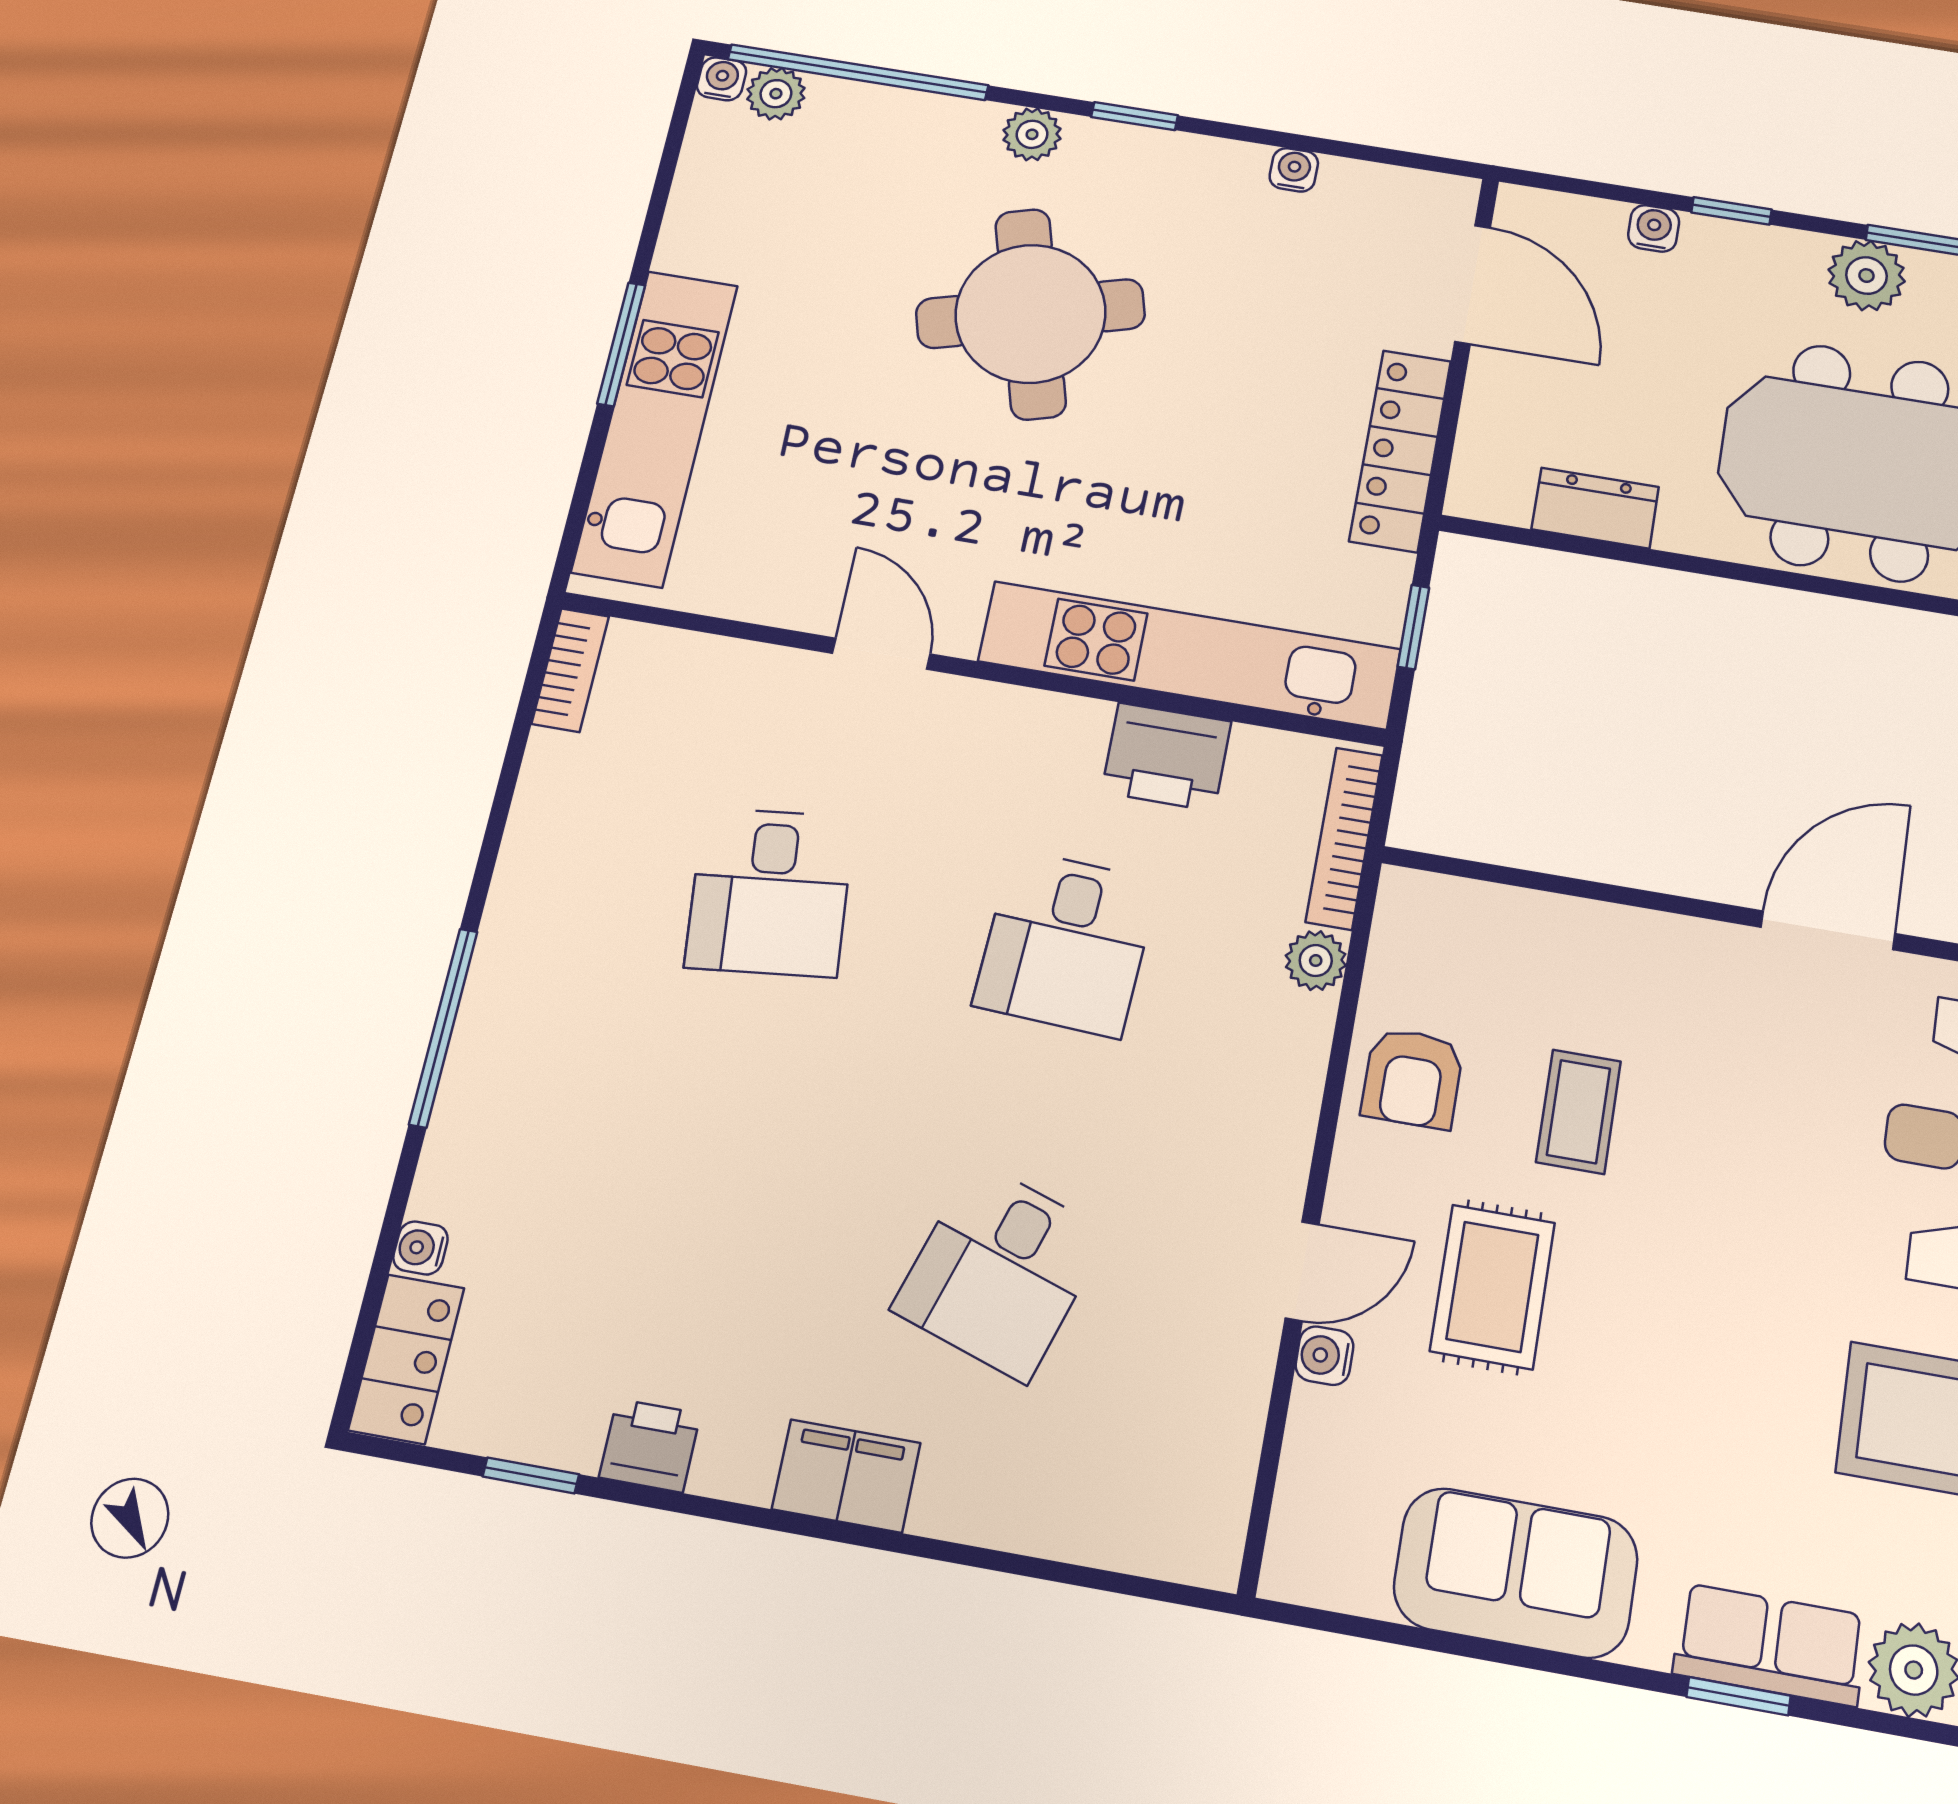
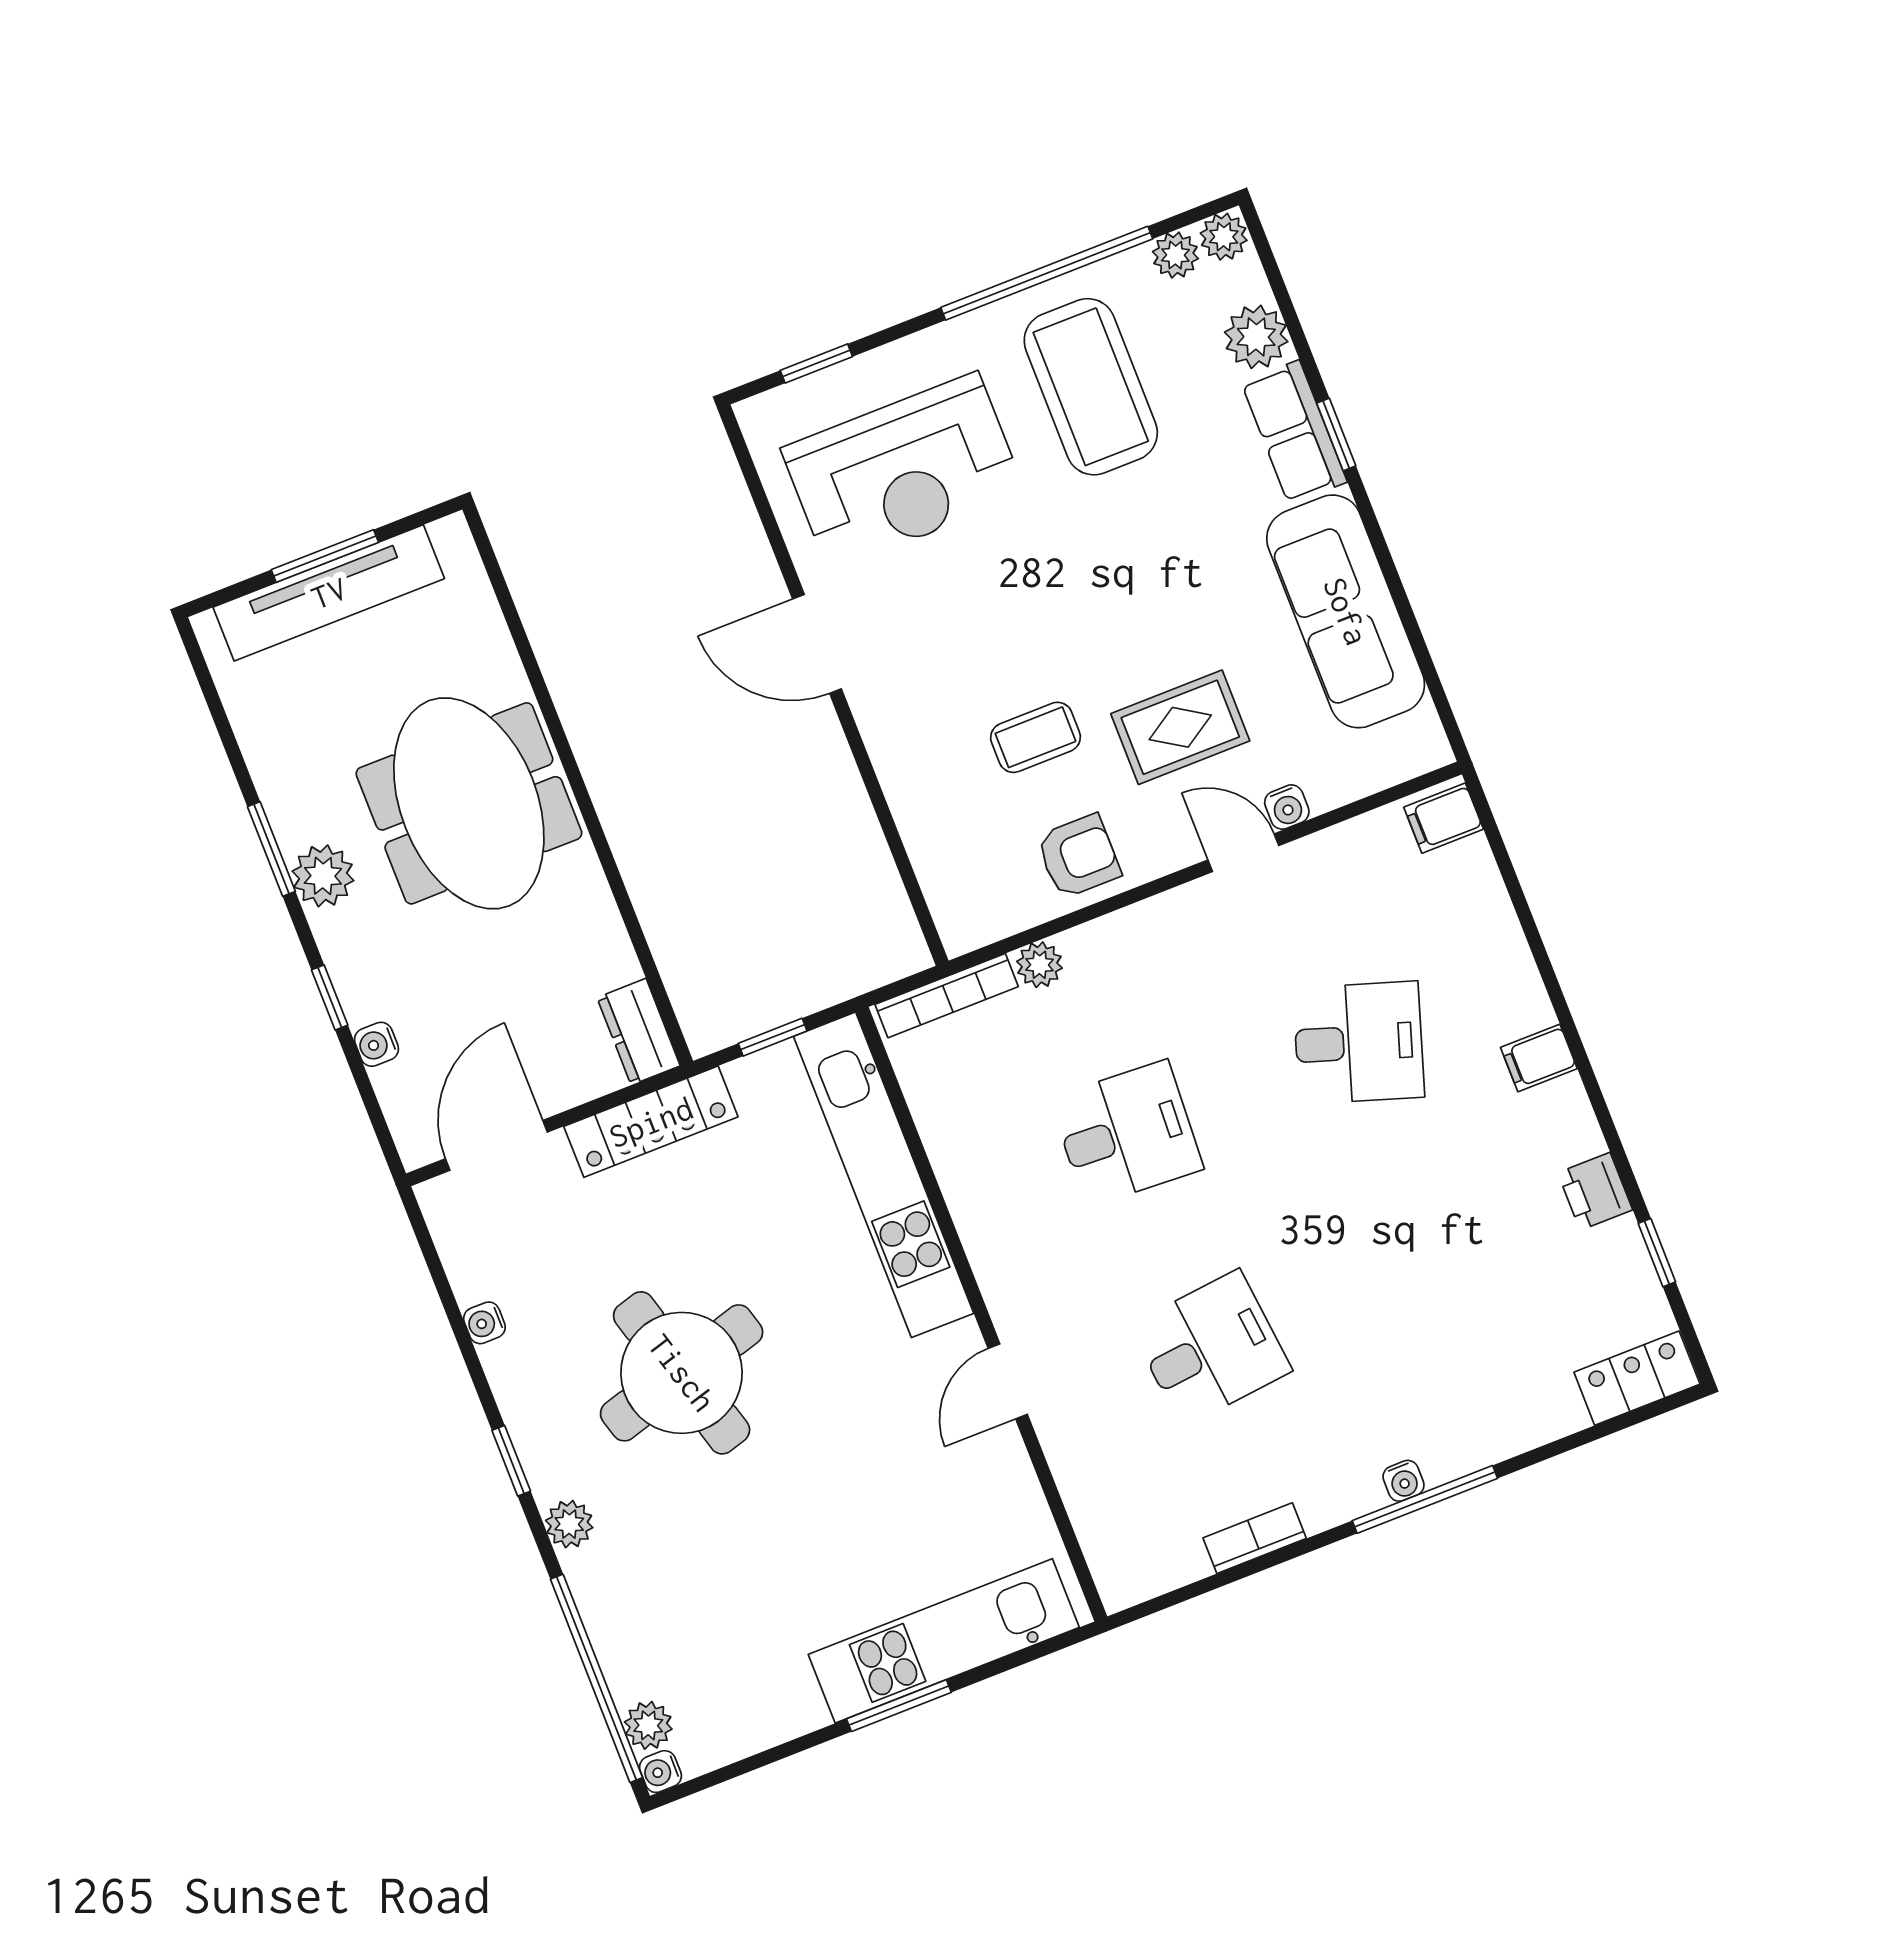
round table: (1030, 314) -> (682, 1373), moved
dresser: (1595, 508) -> (639, 1032), moved
bookcase: (570, 670) -> (1255, 1538), moved
printer: (1166, 757) -> (963, 1147), removed
water cooler: (420, 1248) -> (1404, 1481), moved
filing cabinet: (846, 1476) -> (1539, 1058), width x0.50
filing cabinet: (1198, 1538) -> (1444, 818), added
sofa: (1516, 1573) -> (1346, 611), width x1.36

